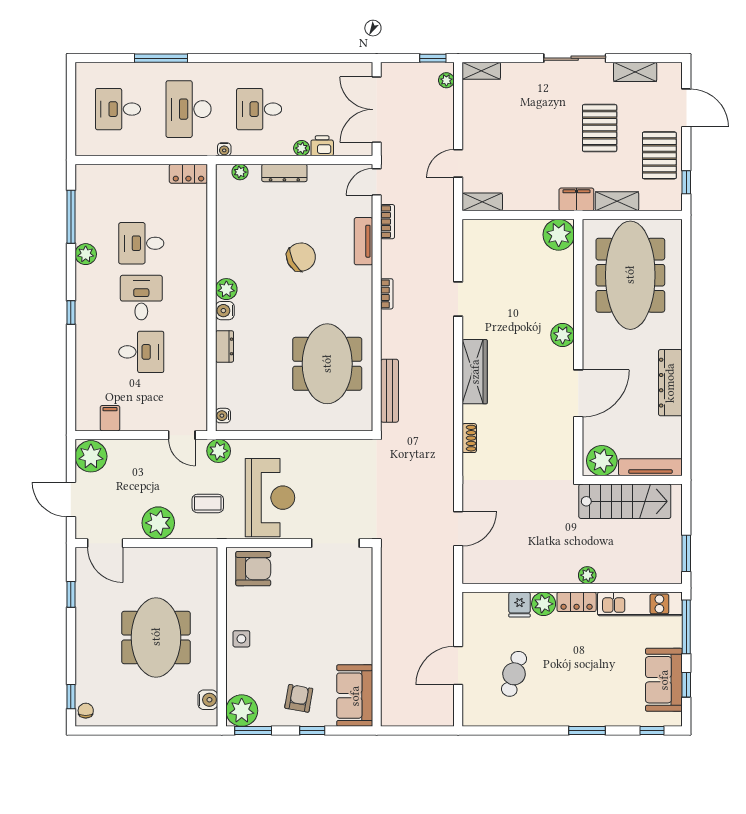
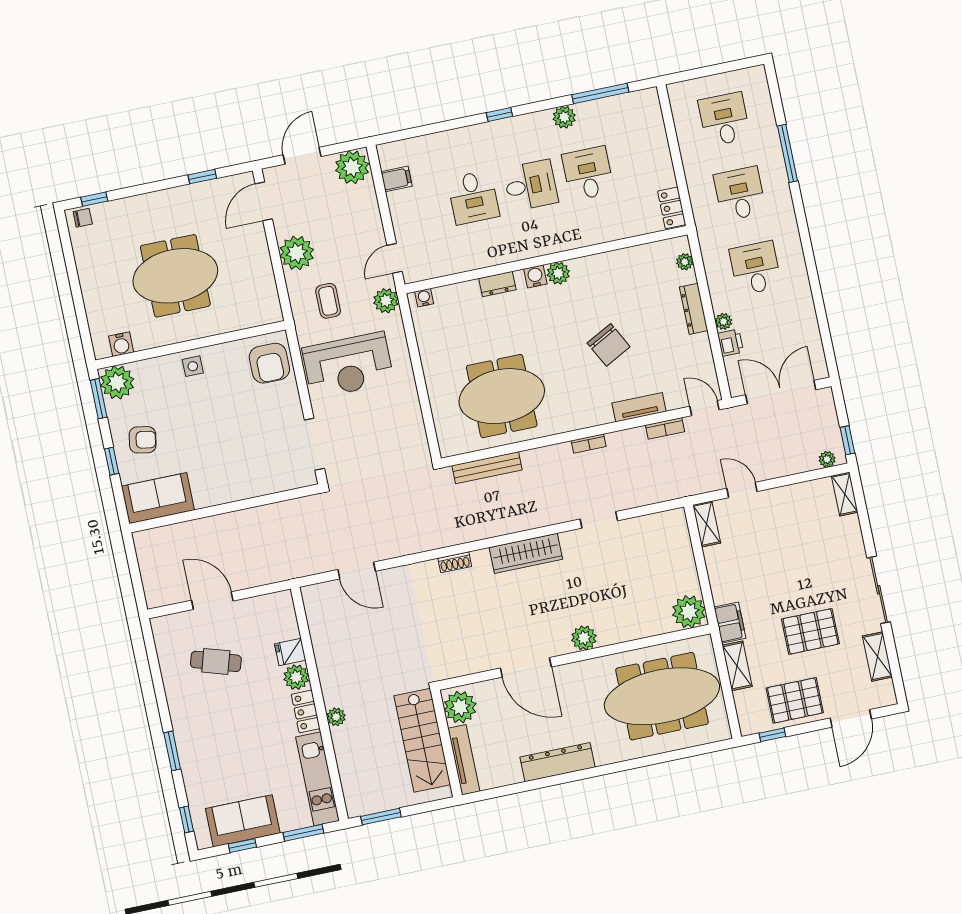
desk: (189, 109) -> (740, 194), width x0.73
water cooler: (224, 149) -> (705, 240), removed
window: (686, 627) -> (303, 833), width x0.69

